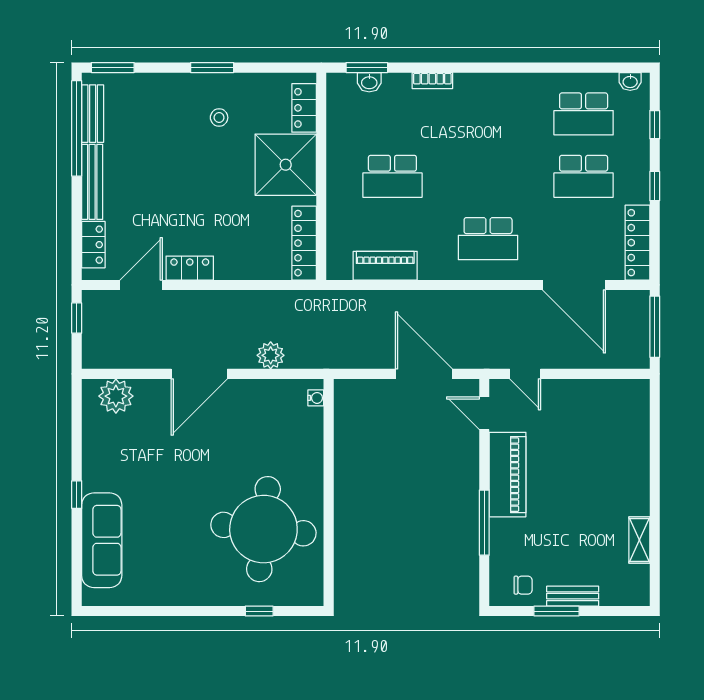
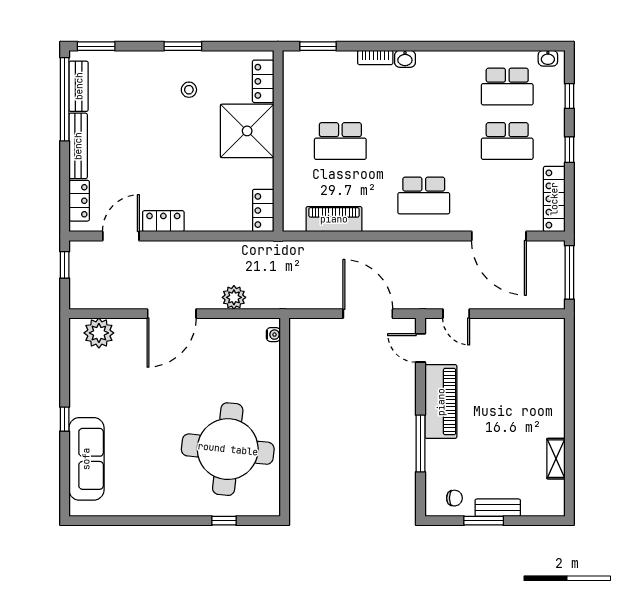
washbasin: (369, 82) -> (405, 59), moved
locker: (304, 243) -> (263, 211), width x0.66

